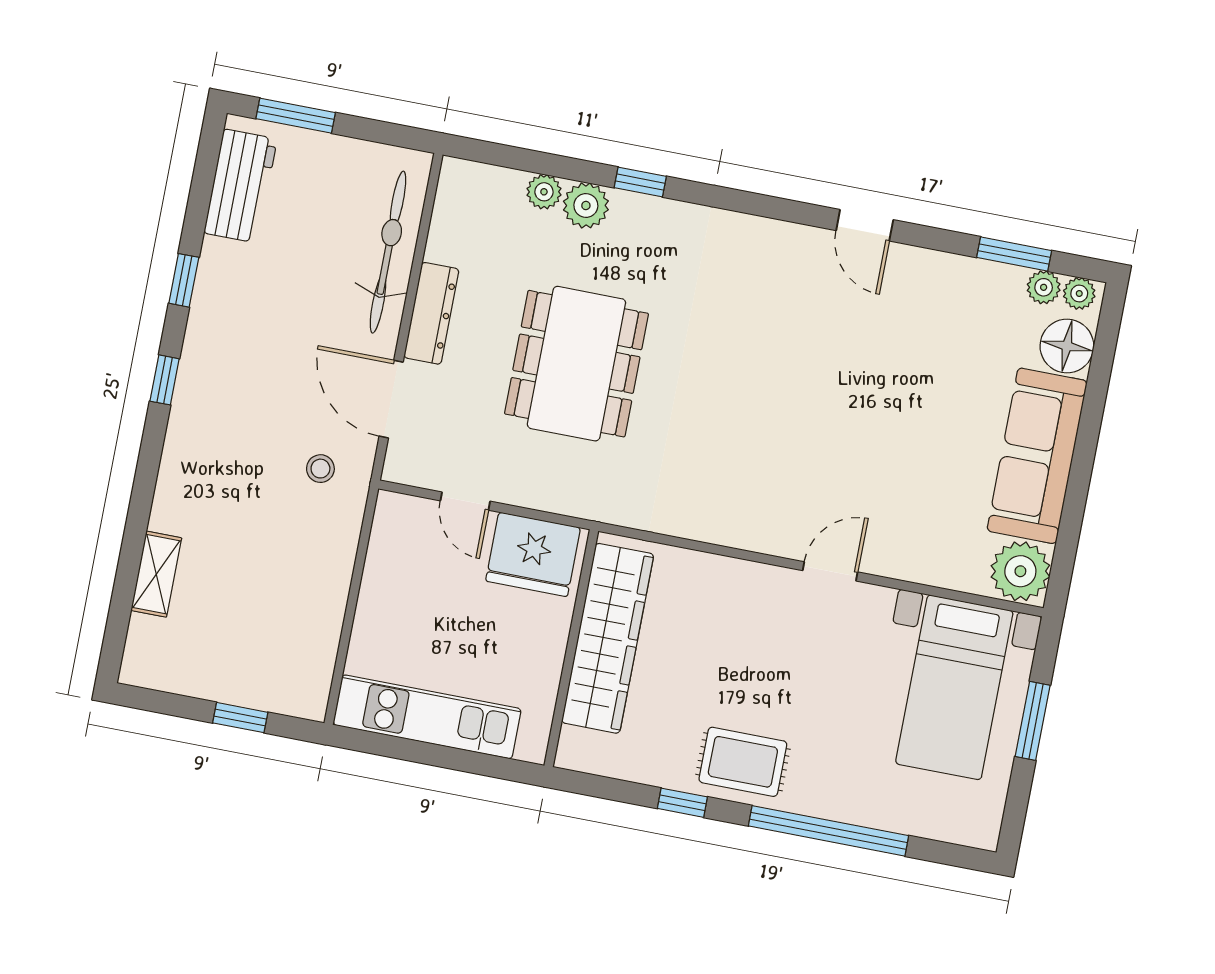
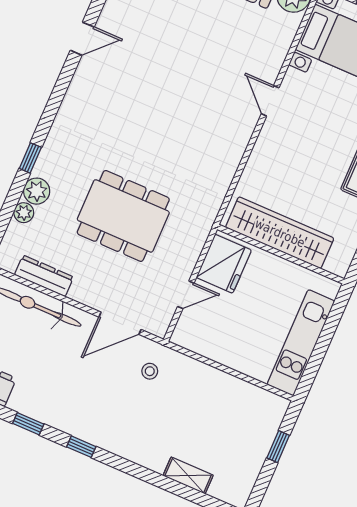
dresser: (431, 313) -> (44, 276), moved

